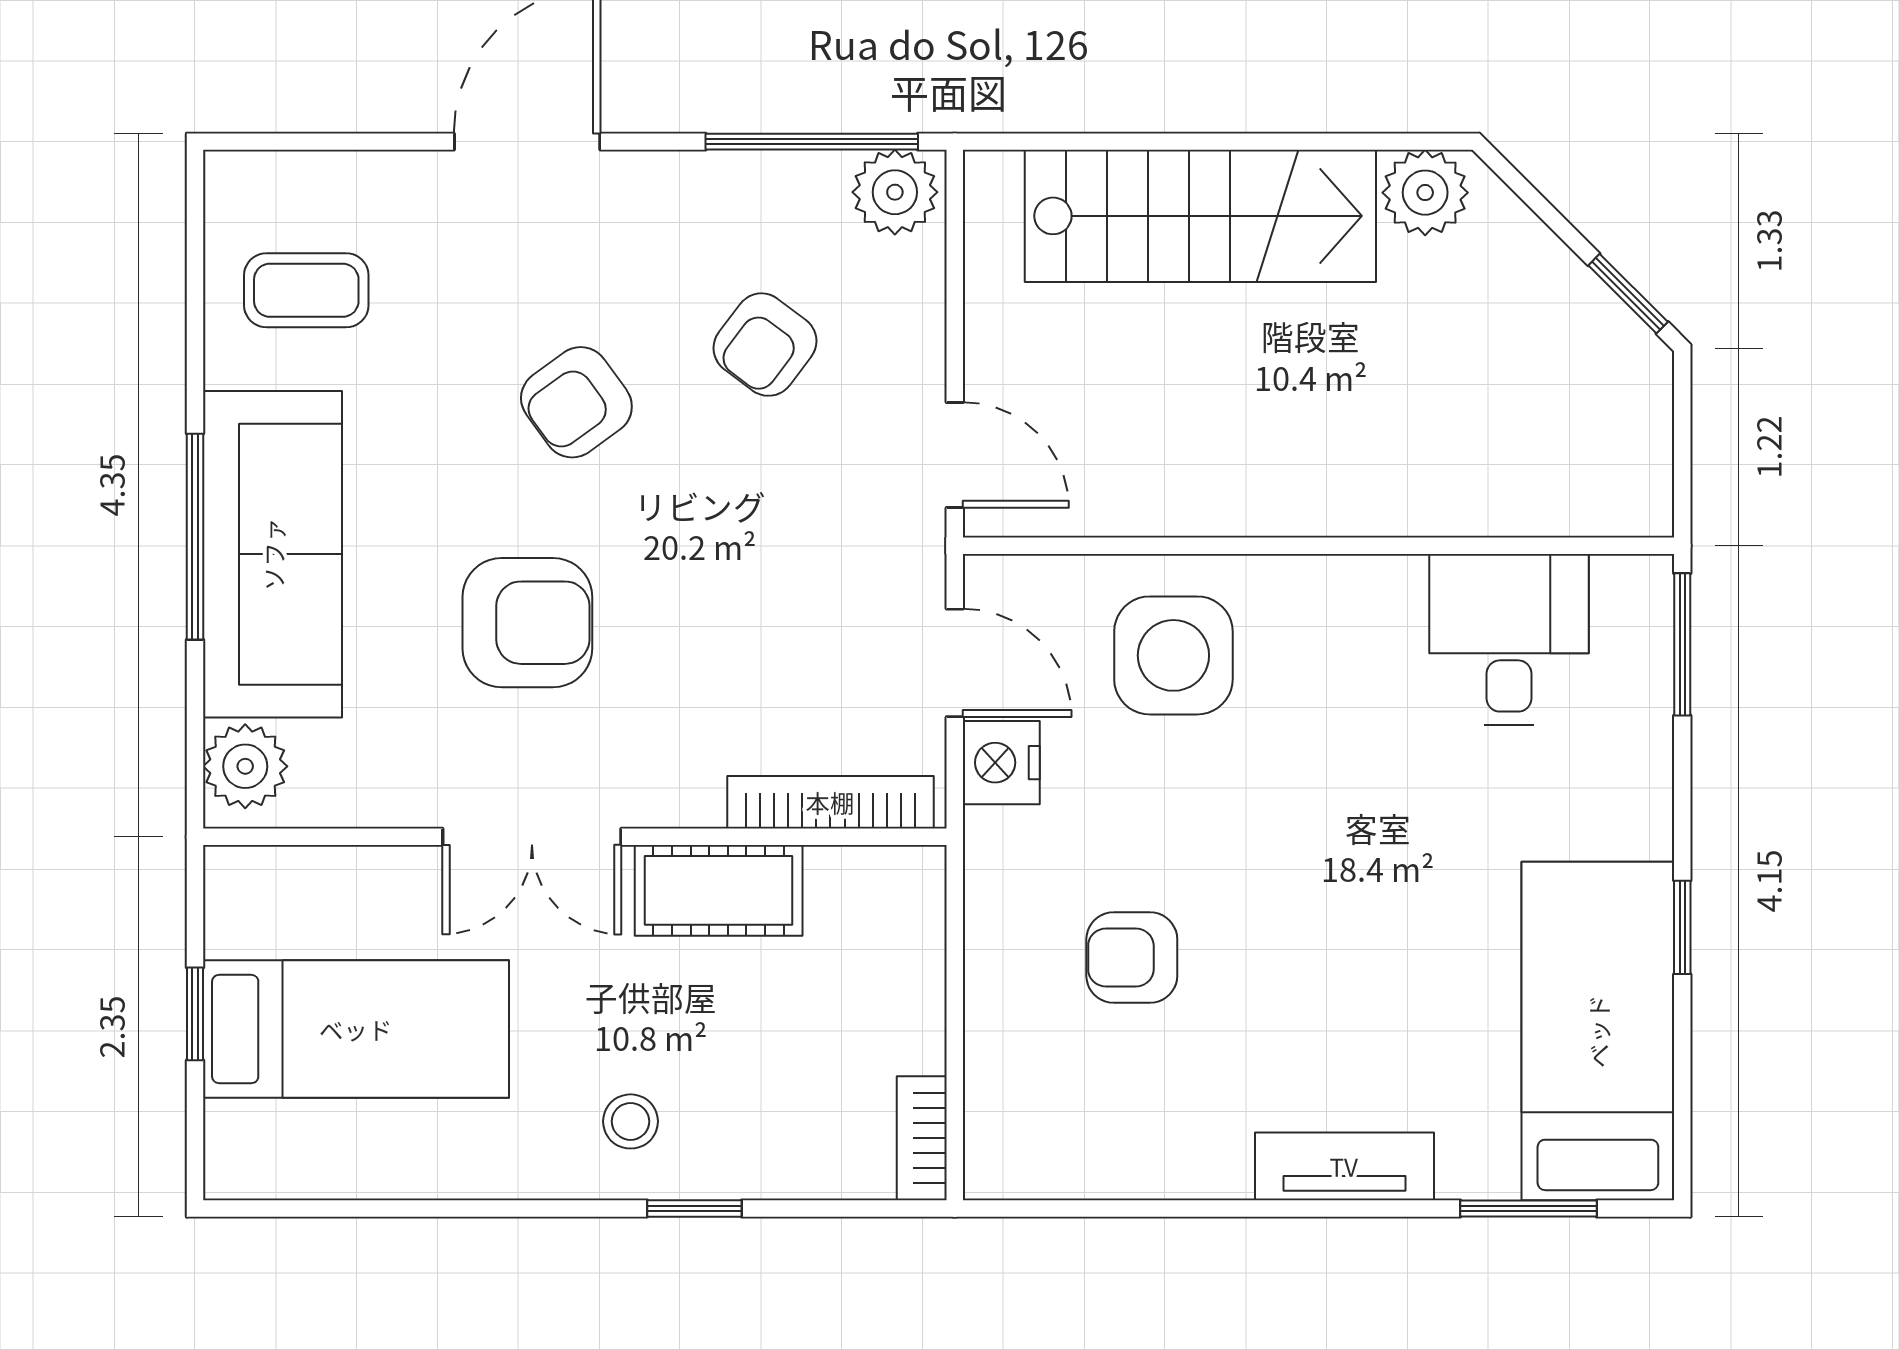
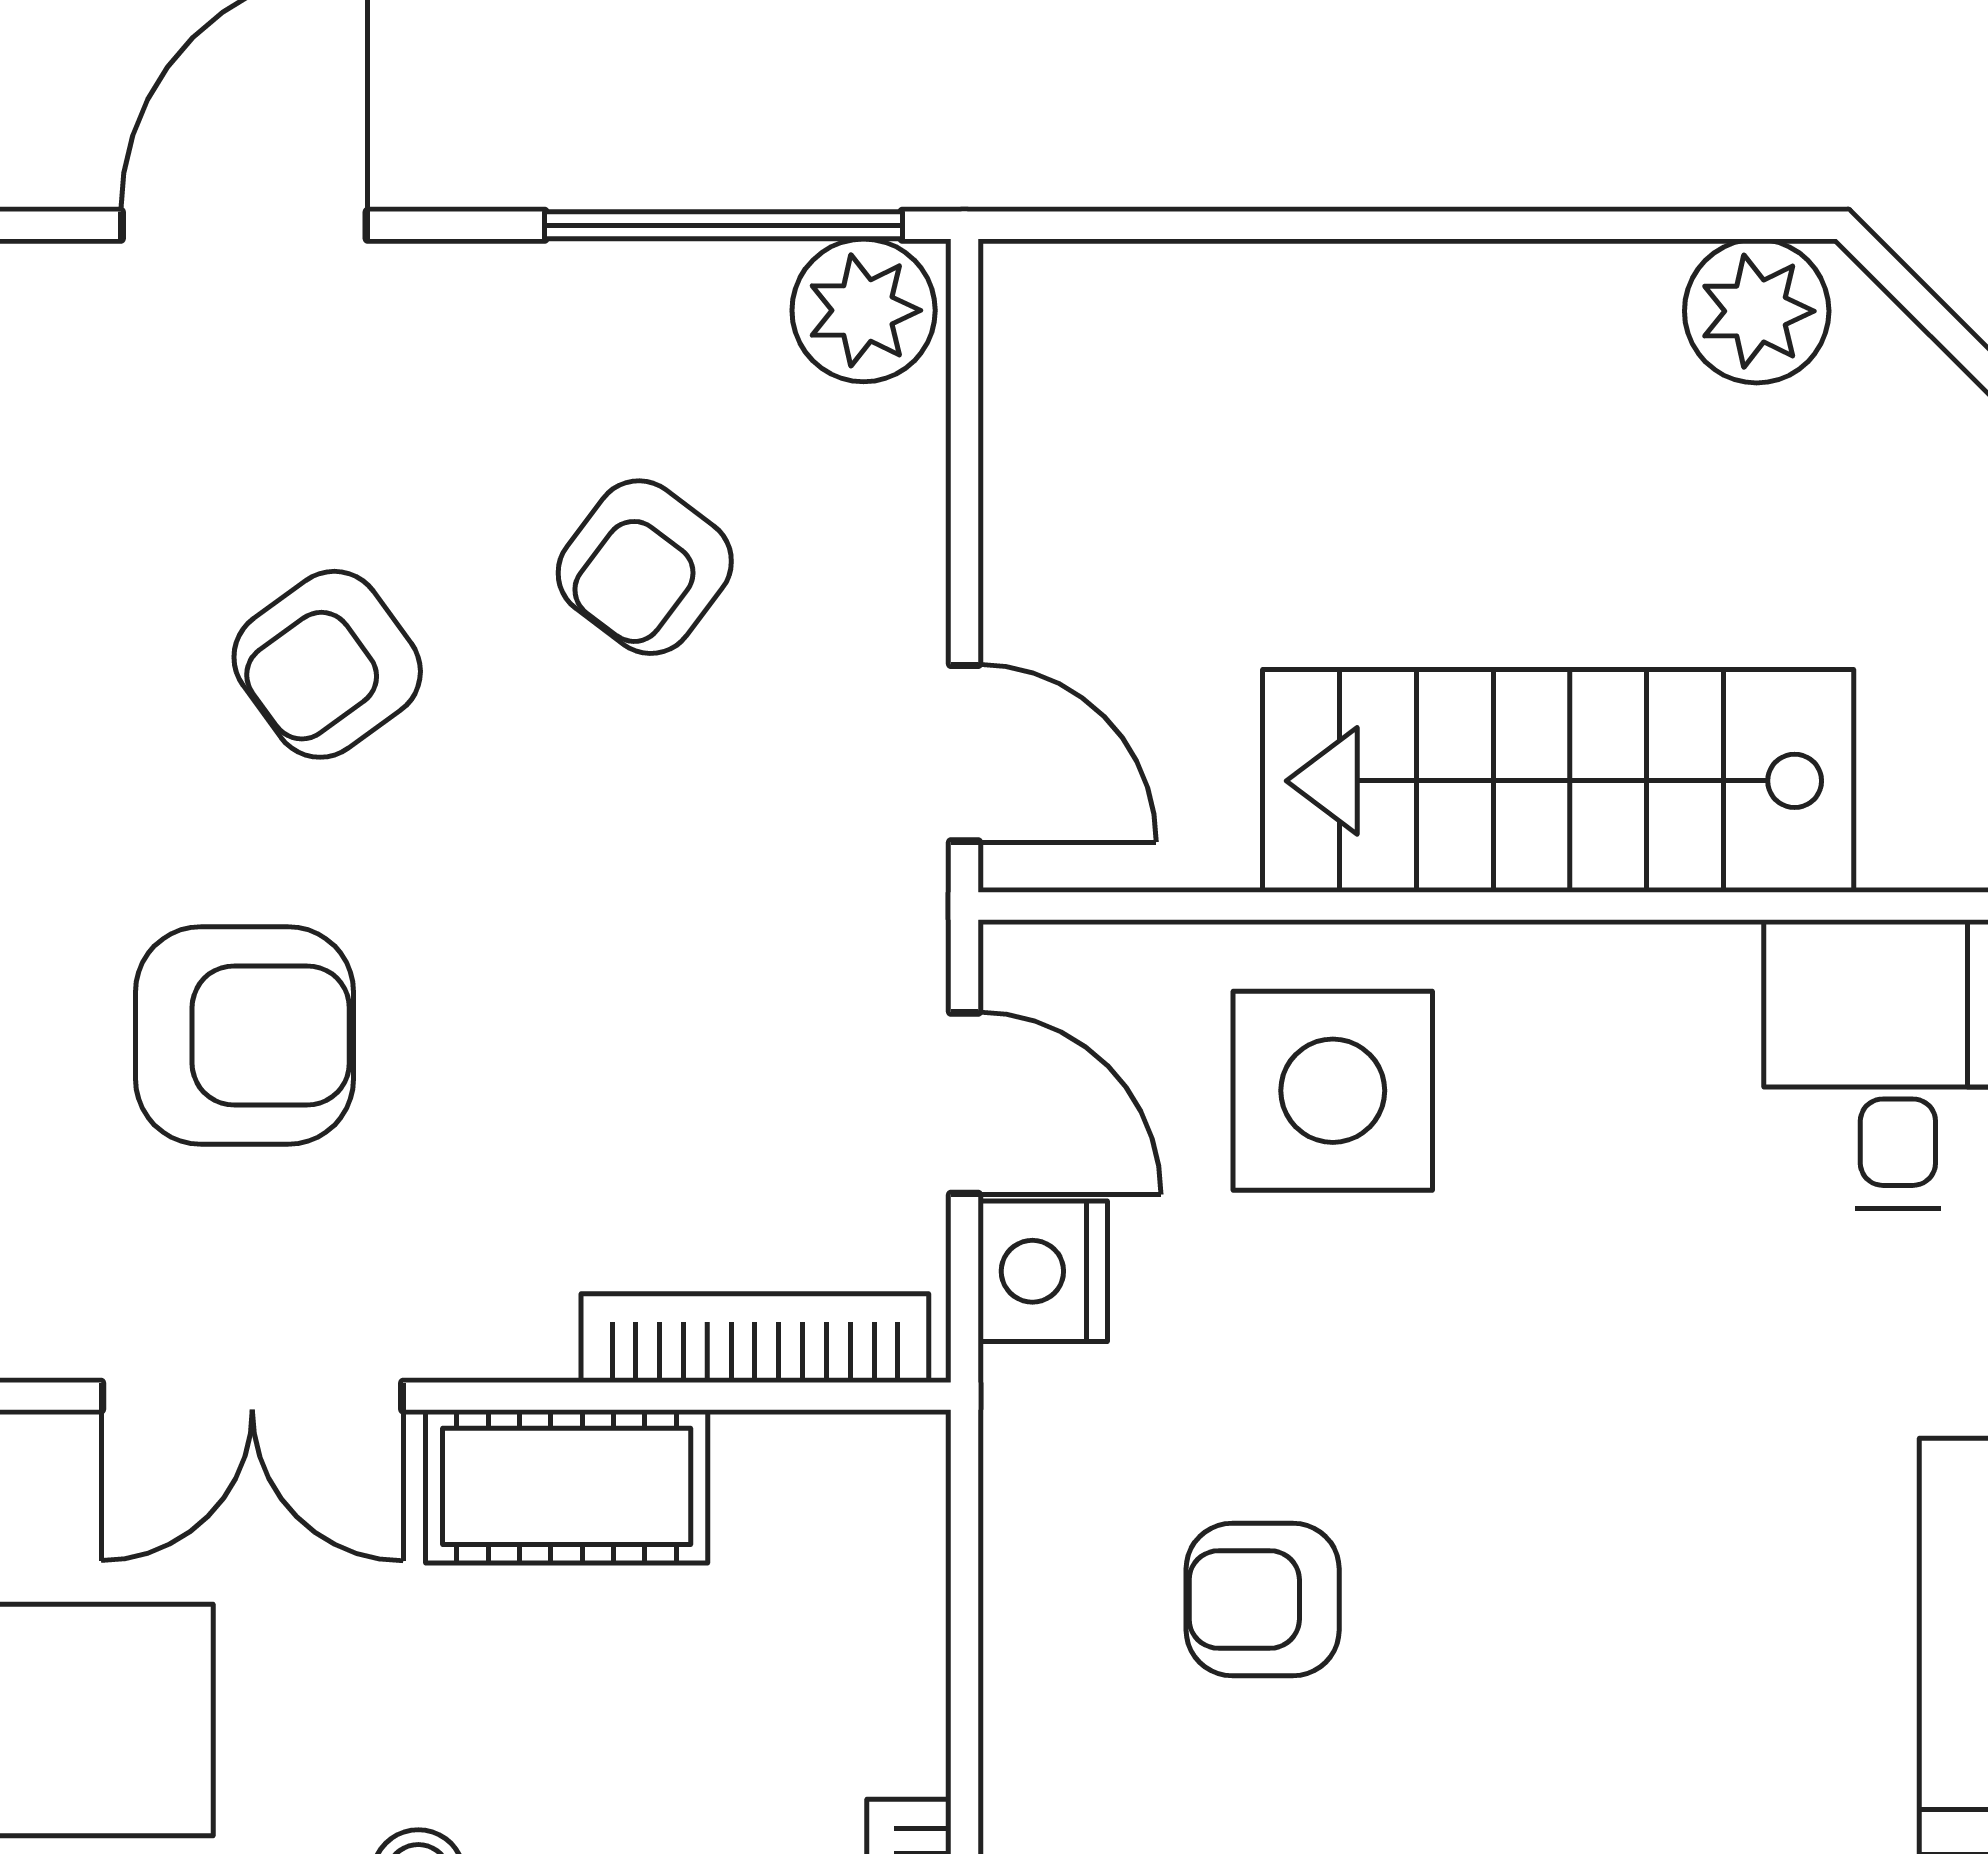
stairs: (1200, 216) -> (1558, 781), moved, turned 180

